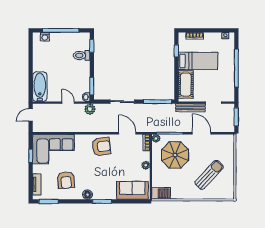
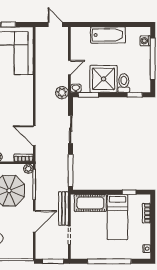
shower: (78, 73) -> (104, 79), added
bathtub: (40, 87) -> (108, 35), moved
door: (127, 133) -> (34, 136), swing flipped
armchair: (101, 147) -> (19, 106), removed

